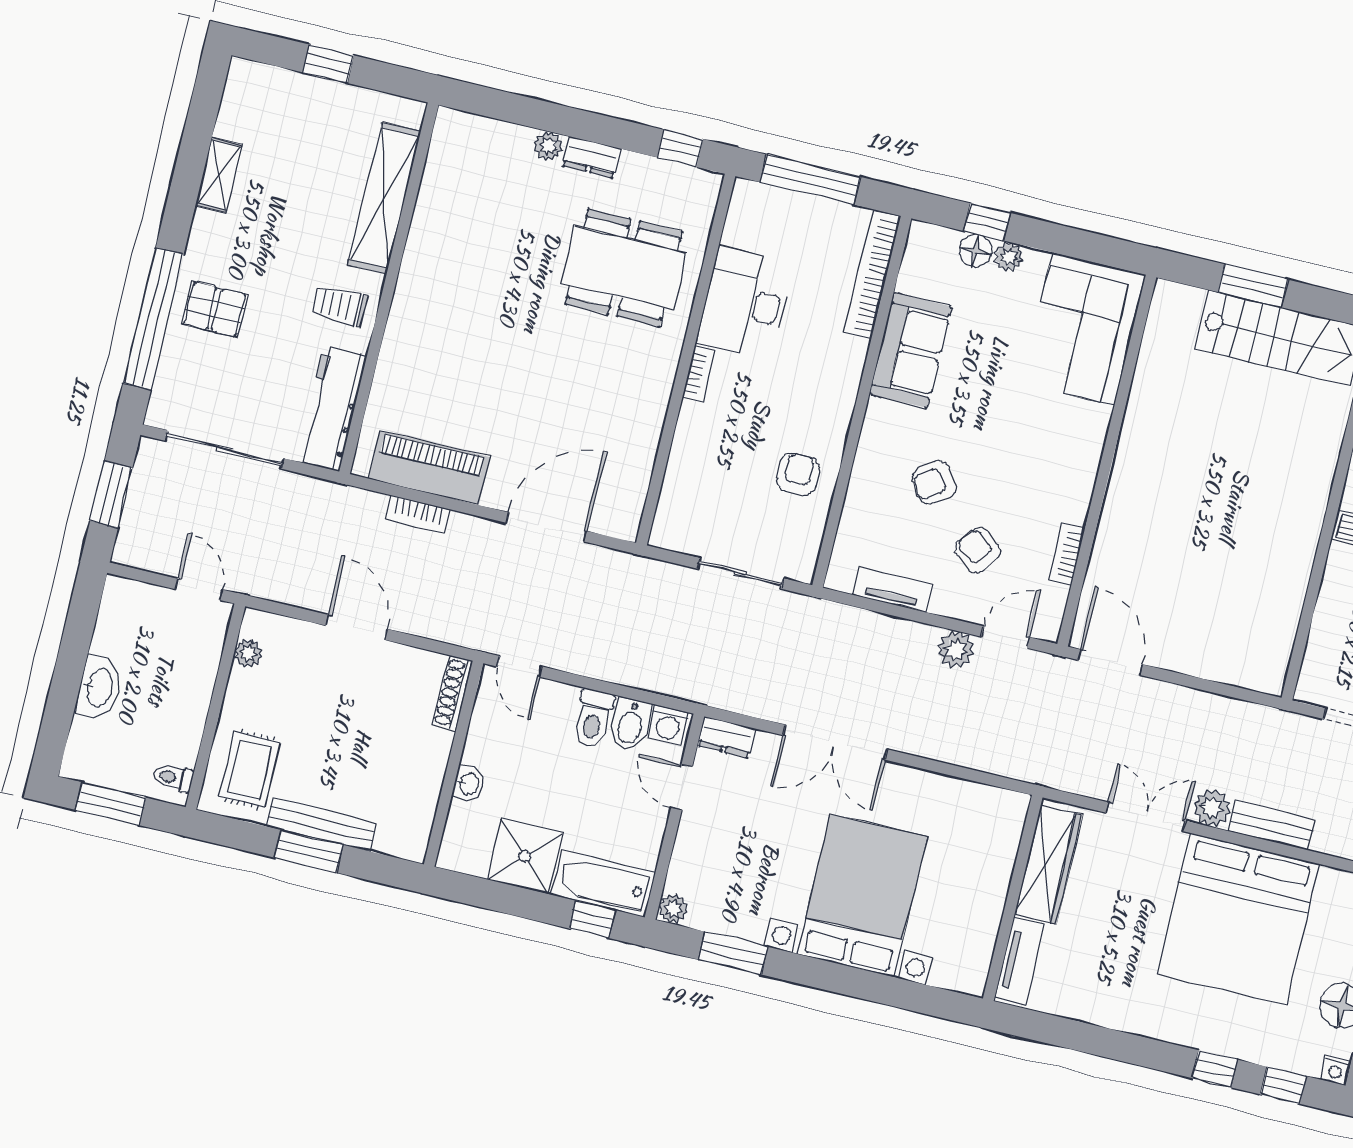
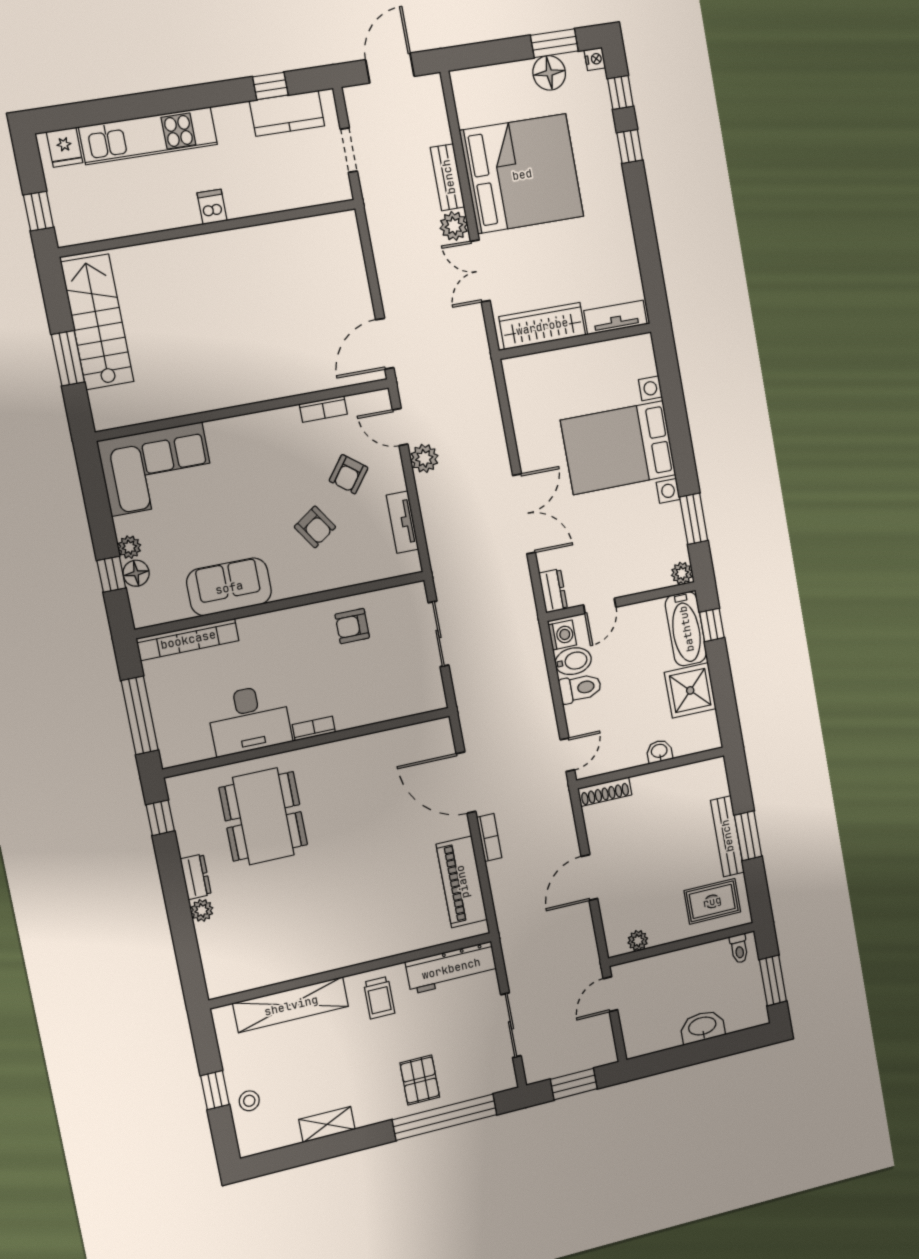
stool: (295, 97) -> (249, 1101), added
sliding door: (224, 450) -> (511, 1025), width x0.73
bookcase: (418, 514) -> (489, 837), moved

